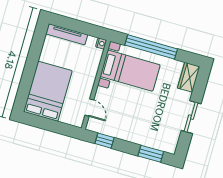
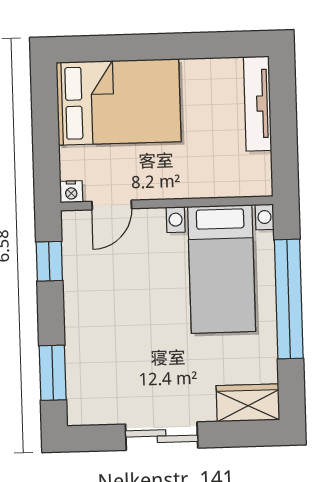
nightstand: (101, 43) -> (71, 192), moved

